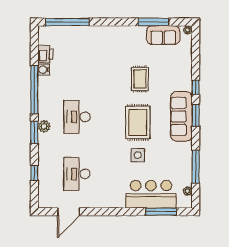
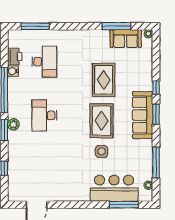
window: (67, 22) -> (35, 26), width x0.68
rug: (140, 79) -> (104, 80), width x1.36, depth x1.43
desk: (77, 174) -> (44, 62), moved, turned 180

